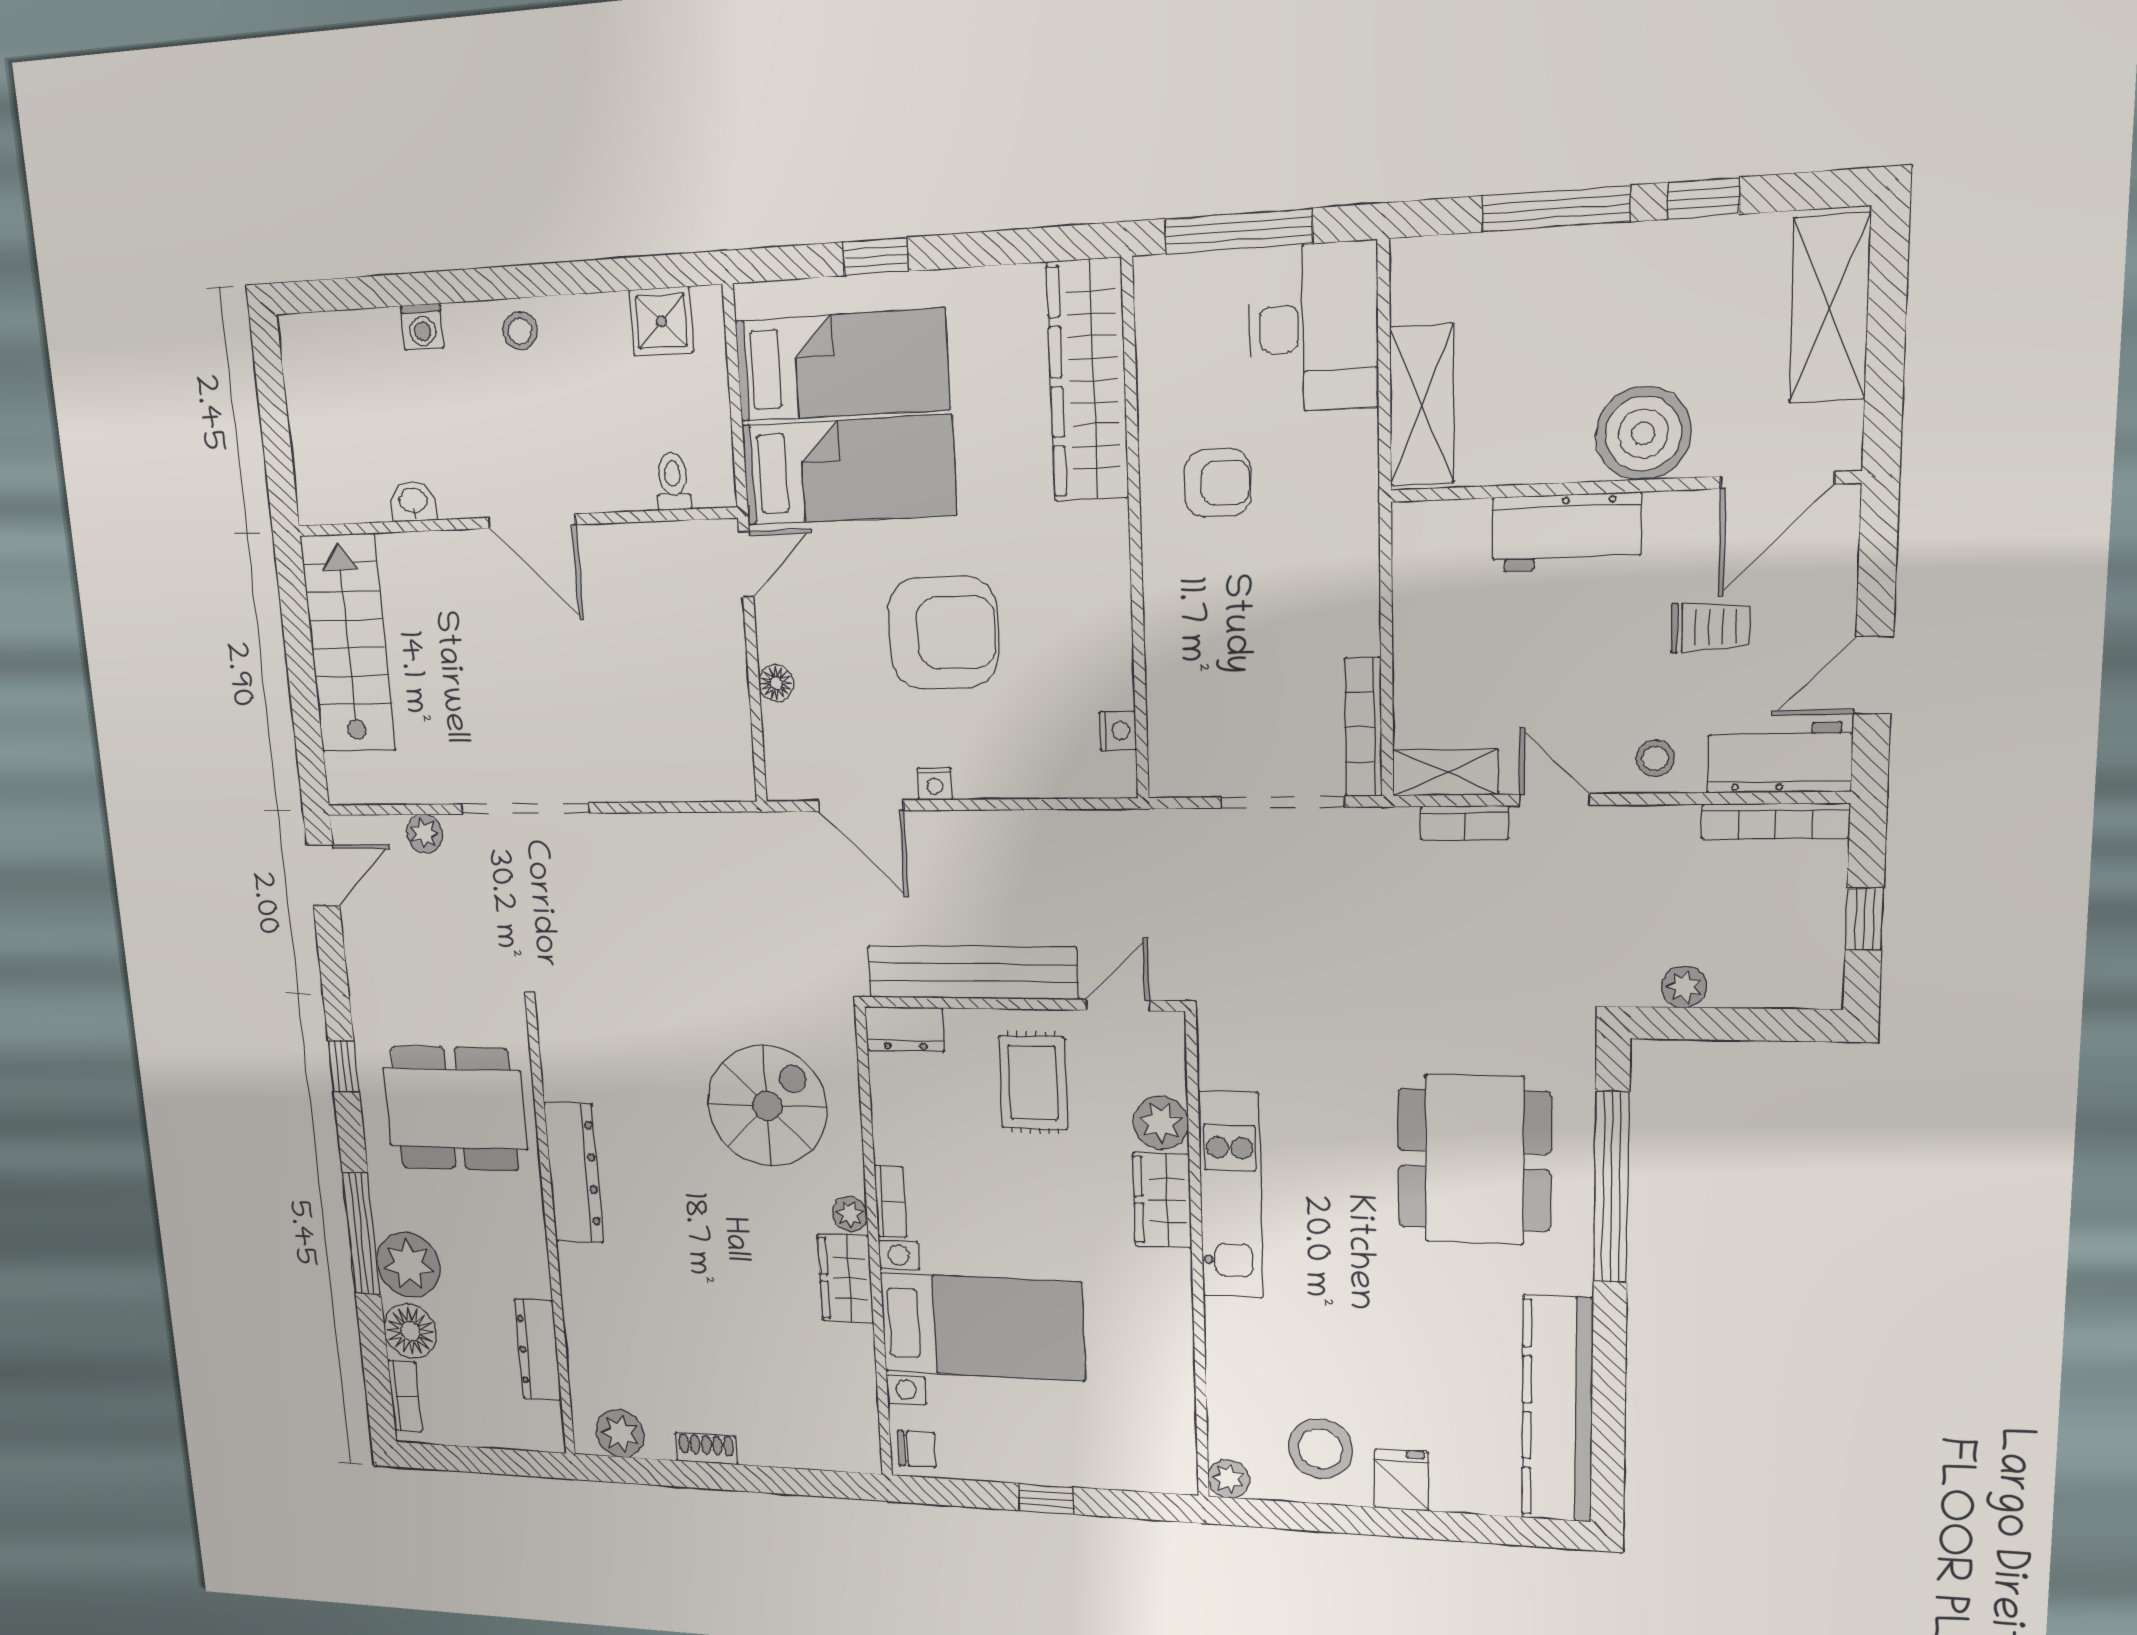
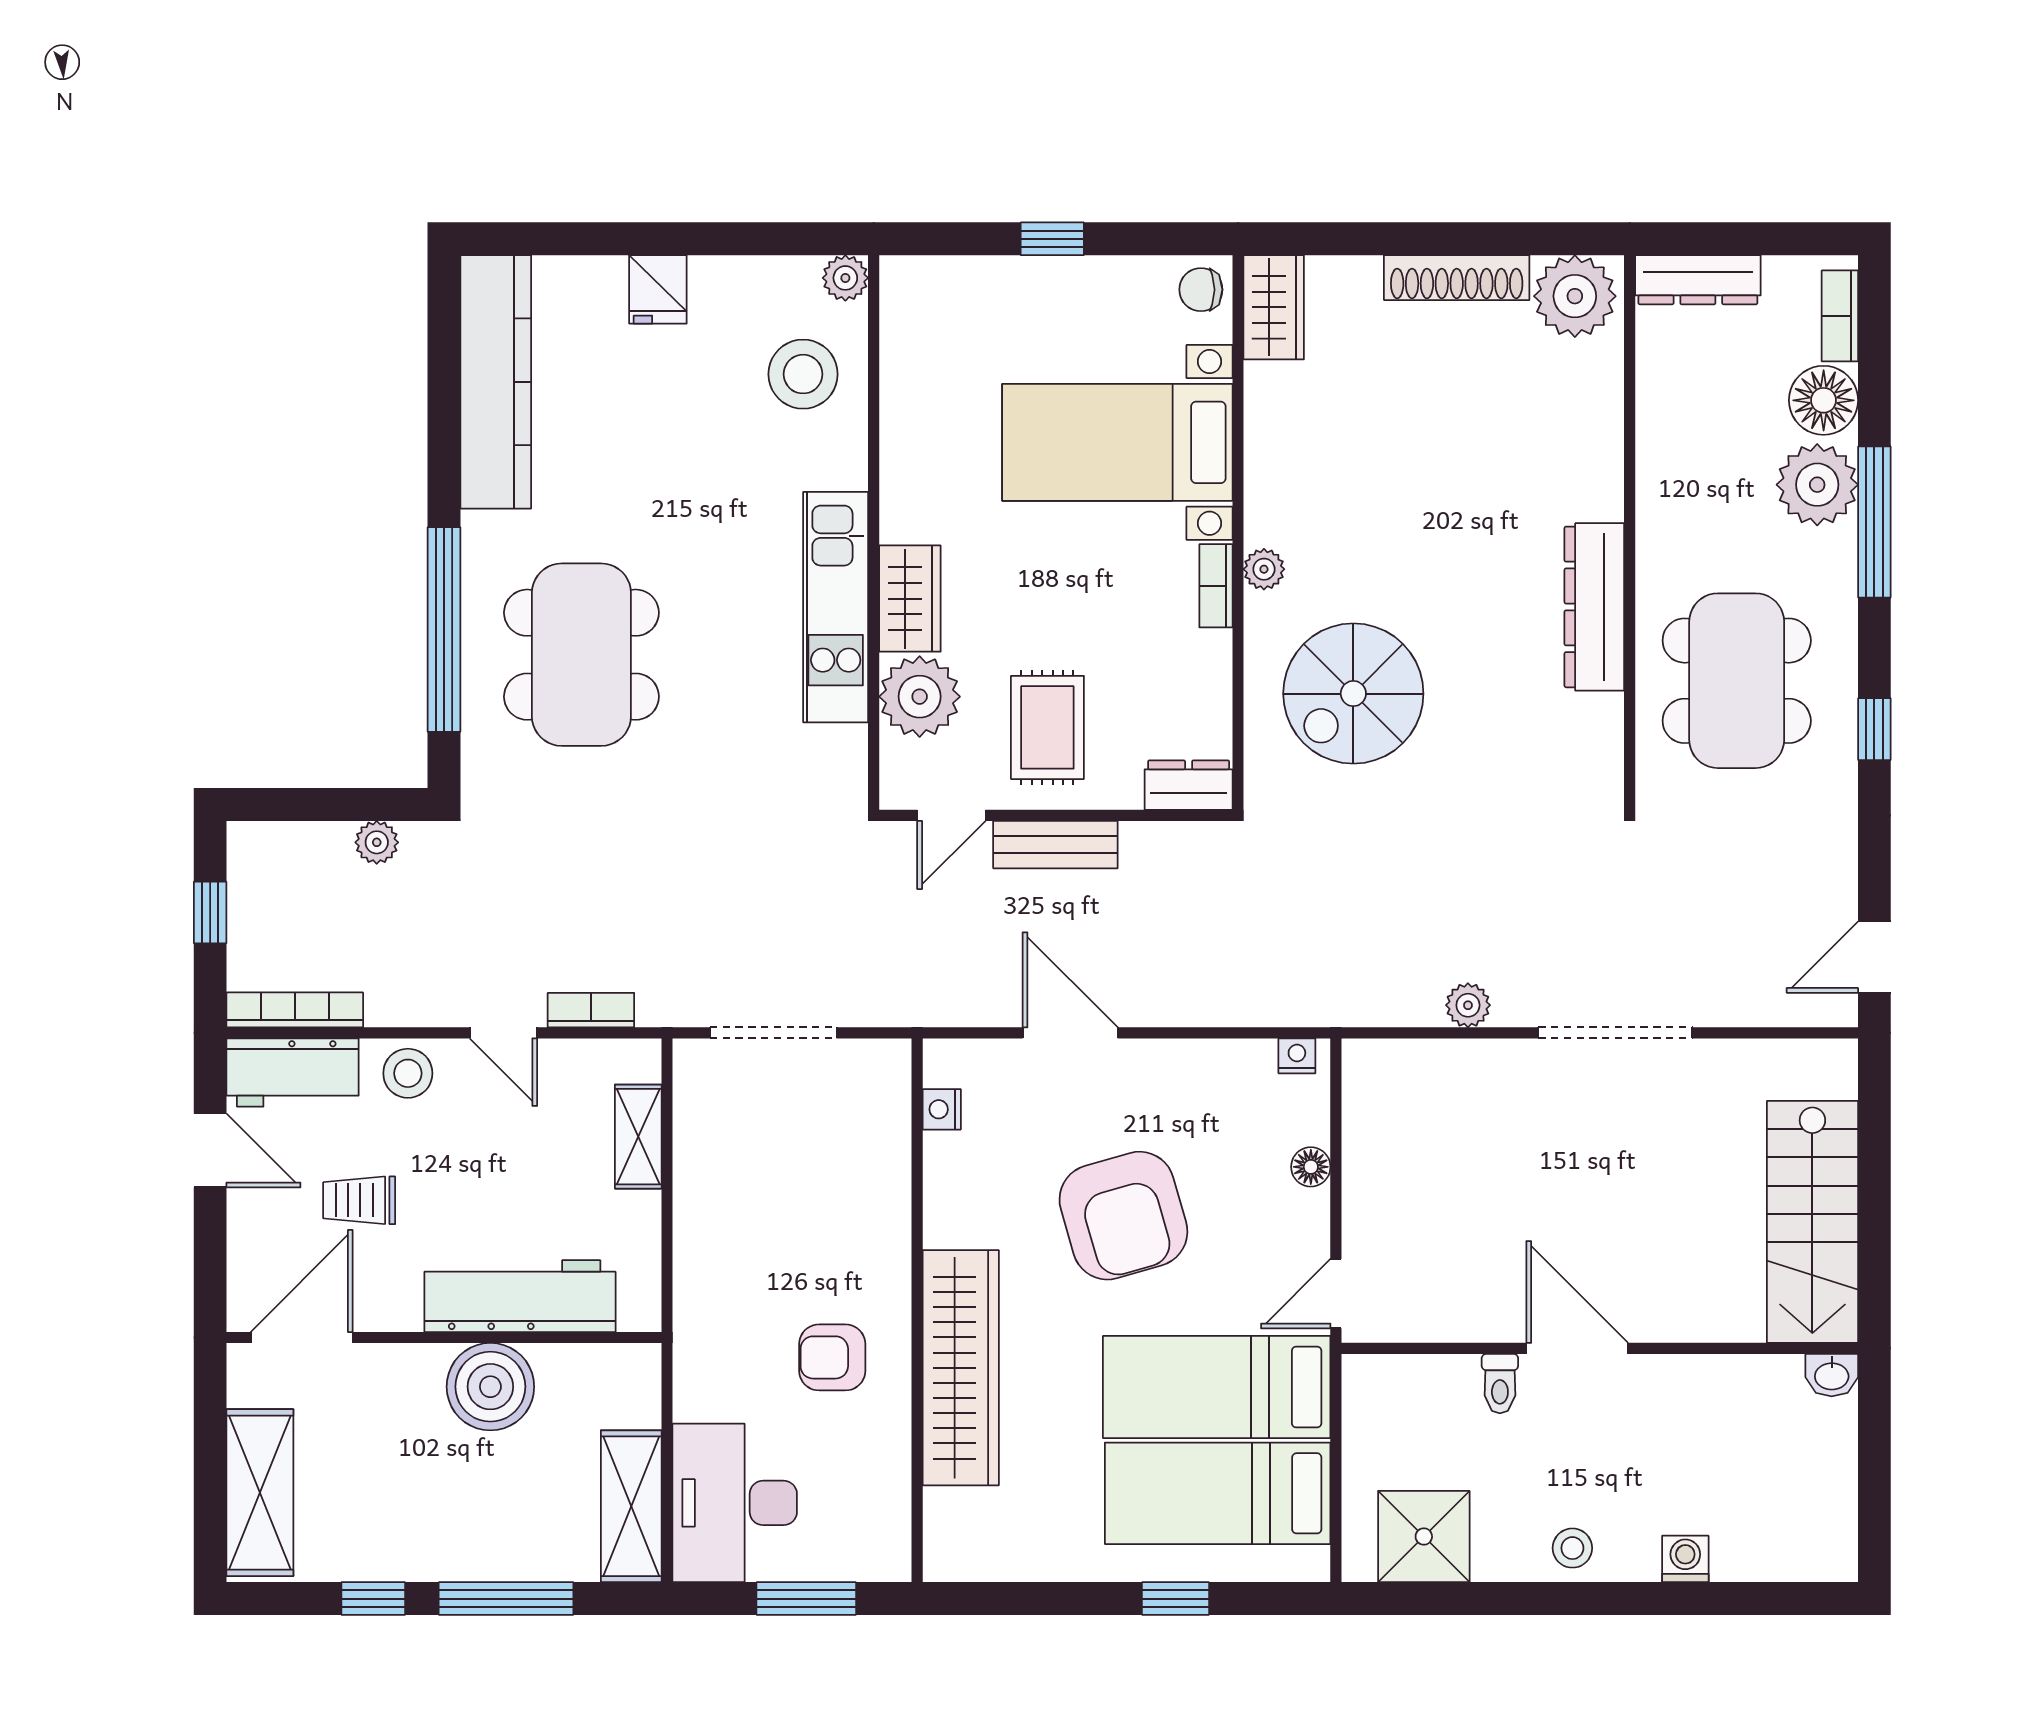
window: (1238, 231) -> (806, 1599), width x0.69
shower: (661, 321) -> (1424, 1537), width x1.36, depth x1.36
wardrobe: (1088, 380) -> (961, 1368), moved
shelving: (1422, 405) -> (631, 1506), moved
boiler: (1643, 433) -> (490, 1387), moved
toilet: (673, 482) -> (1500, 1384), moved
washbasin: (413, 501) -> (1832, 1375), moved
workbench: (1567, 532) -> (520, 1296), width x1.38
armchair: (943, 633) -> (1123, 1216), turned -106
door: (1873, 675) -> (210, 1150), hinge flipped
bookcase: (1363, 727) -> (690, 1109), removed
stool: (1655, 758) -> (408, 1073), width x1.37, depth x1.37
shelving: (1445, 772) -> (638, 1137), moved, turned 90
nightstand: (935, 784) -> (1297, 1056), moved
door: (861, 806) -> (1070, 1033), moved
plant: (424, 834) -> (1468, 1005), moved
bench: (972, 973) -> (1055, 845), width x0.54, depth x0.82
dining table: (455, 1108) -> (1737, 681), turned 90
plant: (1161, 1123) -> (920, 697), width x1.36, depth x1.36
wardrobe: (845, 1279) -> (1274, 307), moved
dresser: (538, 1350) -> (1698, 280), moved, turned 90
plant: (620, 1434) -> (1575, 296), width x1.36, depth x1.36
shoe rack: (706, 1448) -> (1457, 278), width x1.94, depth x1.24
stool: (1320, 1449) -> (803, 374), moved

